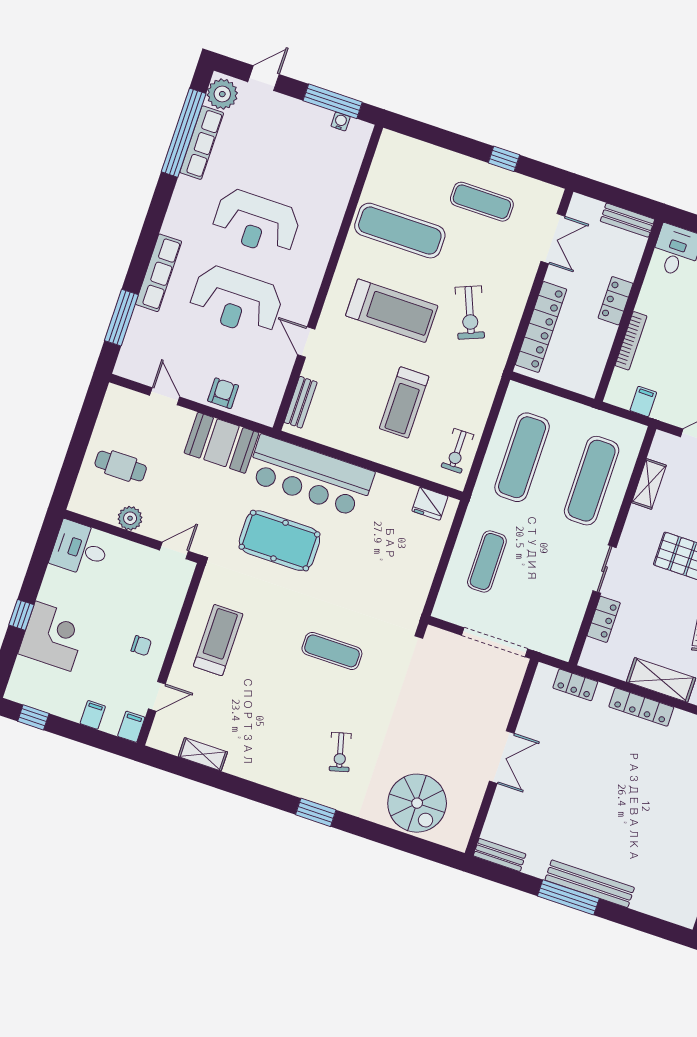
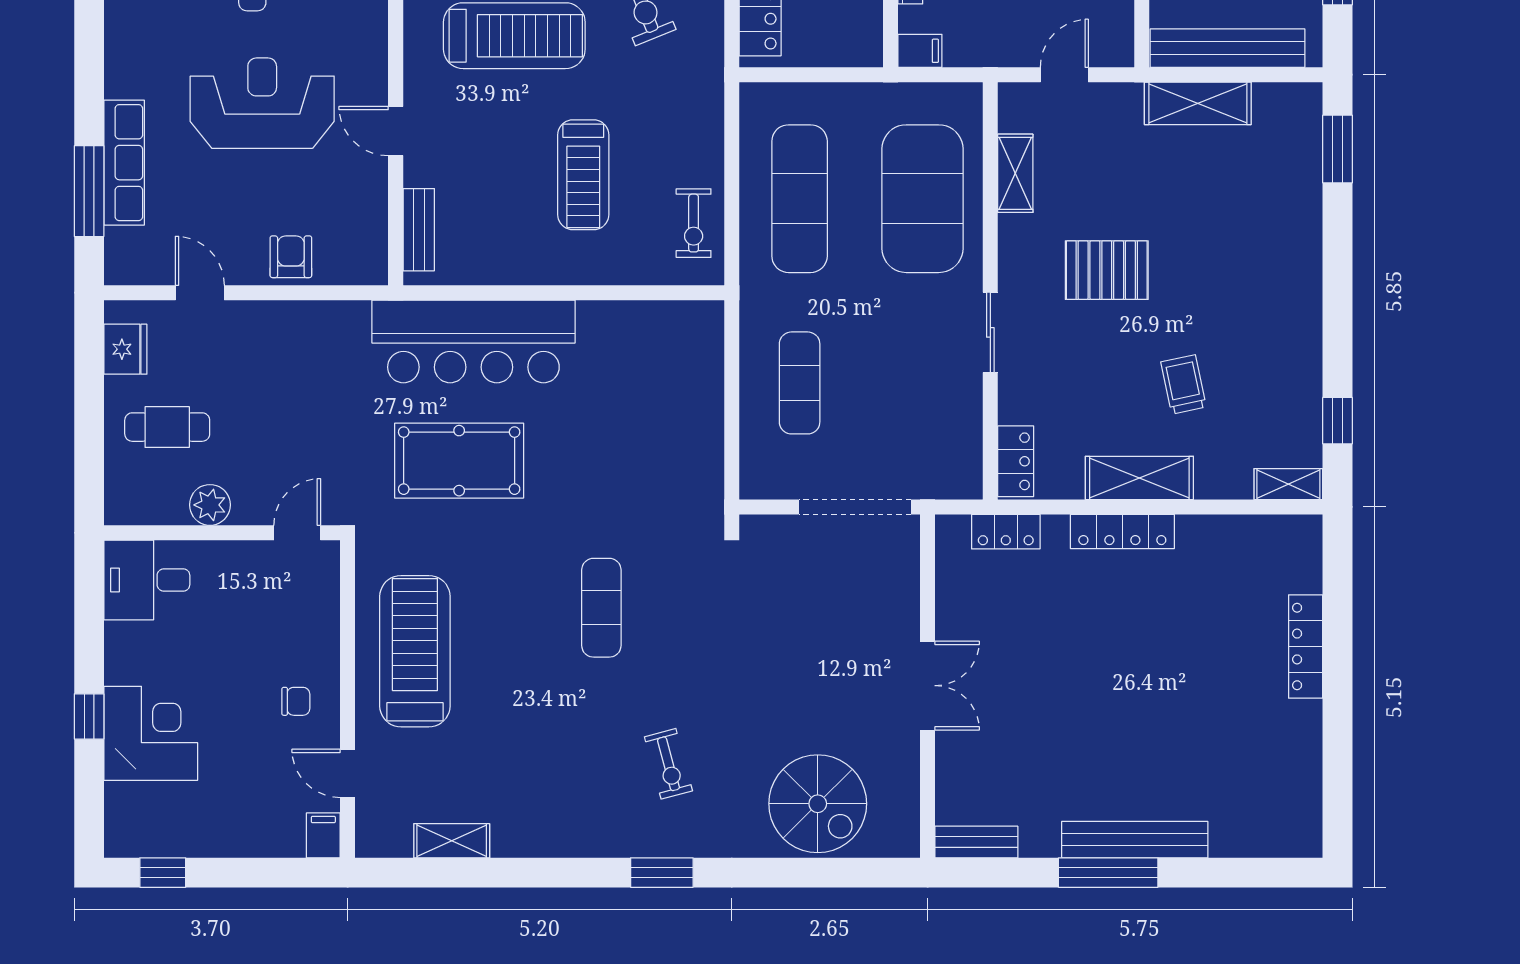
row of seats: (159, 273) -> (124, 163), moved
reception desk: (236, 301) -> (262, 103), turned 180
filing cabinet: (643, 401) -> (920, 51), moved, turned 90
booth: (221, 443) -> (315, 336), removed
exercise mat: (592, 481) -> (922, 199), width x1.47
fridge: (430, 504) -> (125, 349), moved, turned -90
locker: (604, 619) -> (1016, 461), moved
treadmill: (218, 640) -> (415, 651), width x1.37, depth x1.38
exercise mat: (332, 651) -> (601, 608), turned 90
door: (157, 696) -> (348, 773), swing flipped
filing cabinet: (93, 715) -> (256, 837), removed

